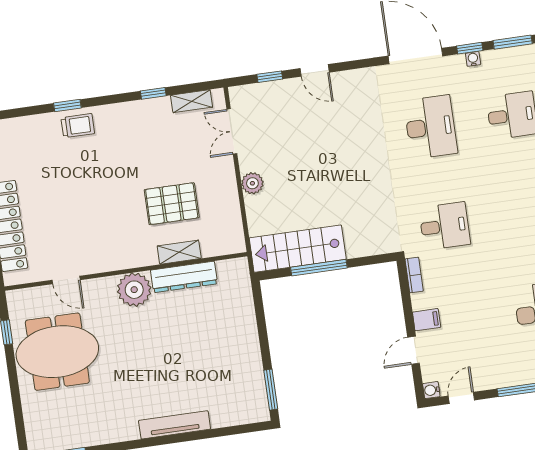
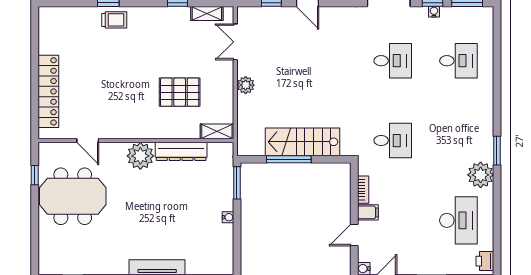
desk: (431, 127) -> (393, 61), width x0.73
stairs: (298, 249) -> (302, 142), moved
shelving: (179, 252) -> (217, 131), moved
bookcase: (414, 275) -> (363, 190), moved
water cooler: (254, 350) -> (228, 217), added
window: (271, 390) -> (237, 183), moved

